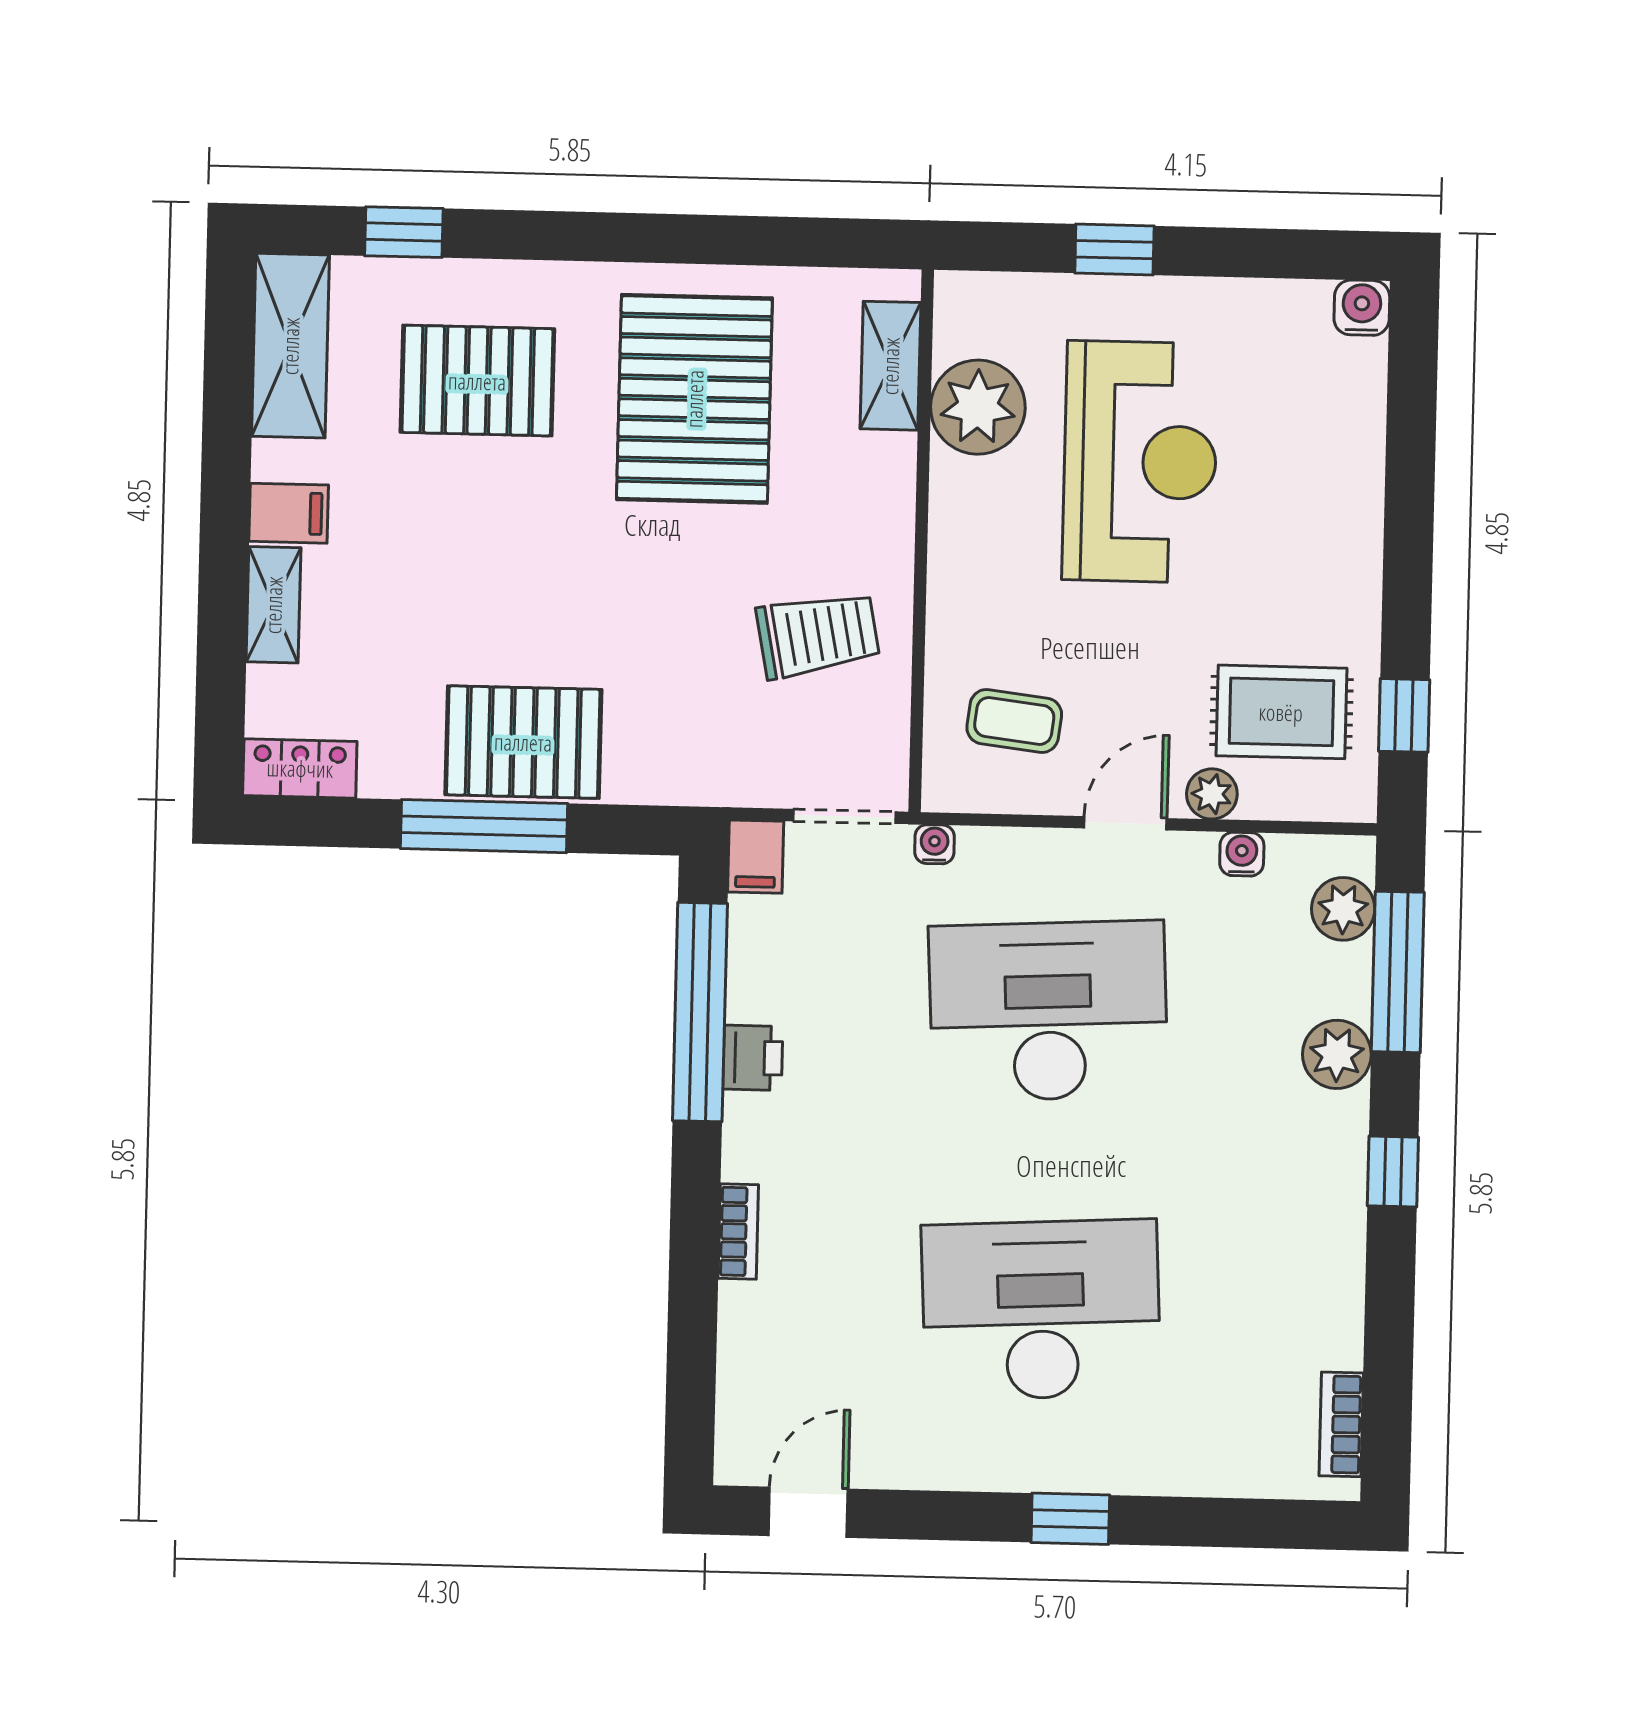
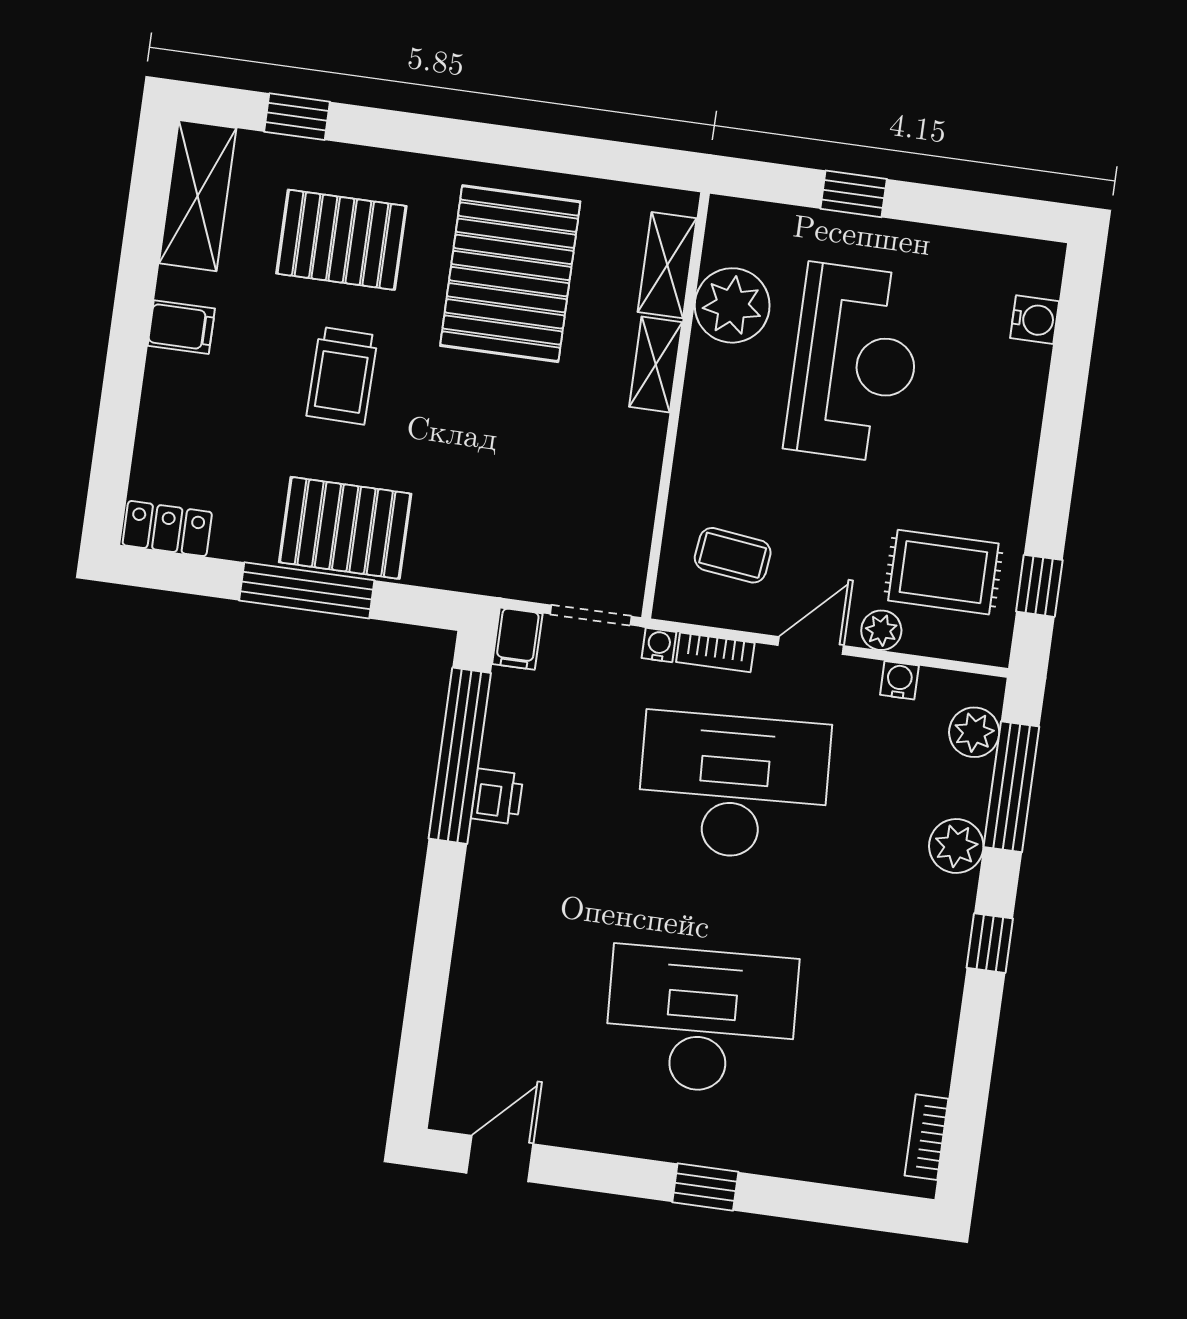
water cooler: (1362, 308) -> (1035, 320), moved, turned 90
shelving: (273, 605) -> (656, 365), moved
trolley: (818, 635) -> (342, 376), moved, turned 102
bookcase: (738, 1231) -> (715, 652), moved, turned 90

